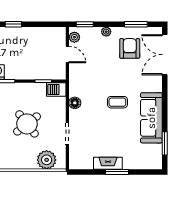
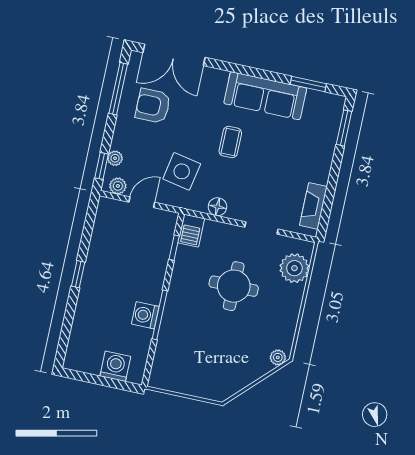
window: (136, 24) -> (118, 89), width x1.44
plant: (106, 32) -> (115, 158), moved
side table: (92, 75) -> (182, 171), added
round table: (27, 124) -> (234, 286), turned 38
fireplace: (108, 163) -> (313, 206), moved
window: (117, 172) -> (344, 128), moved

